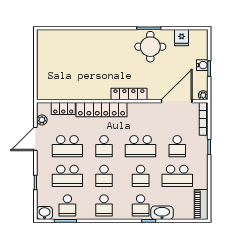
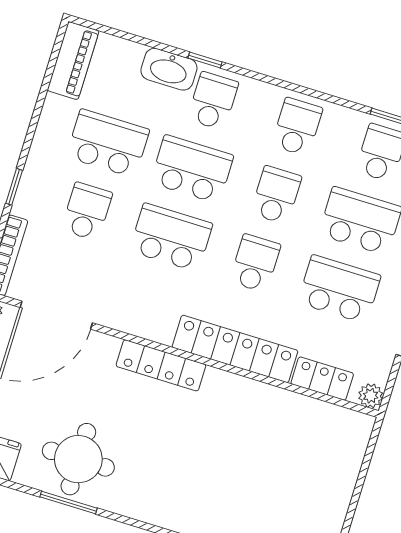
plant: (42, 120) -> (371, 396), moved
school desk: (141, 176) -> (192, 169), width x1.85

